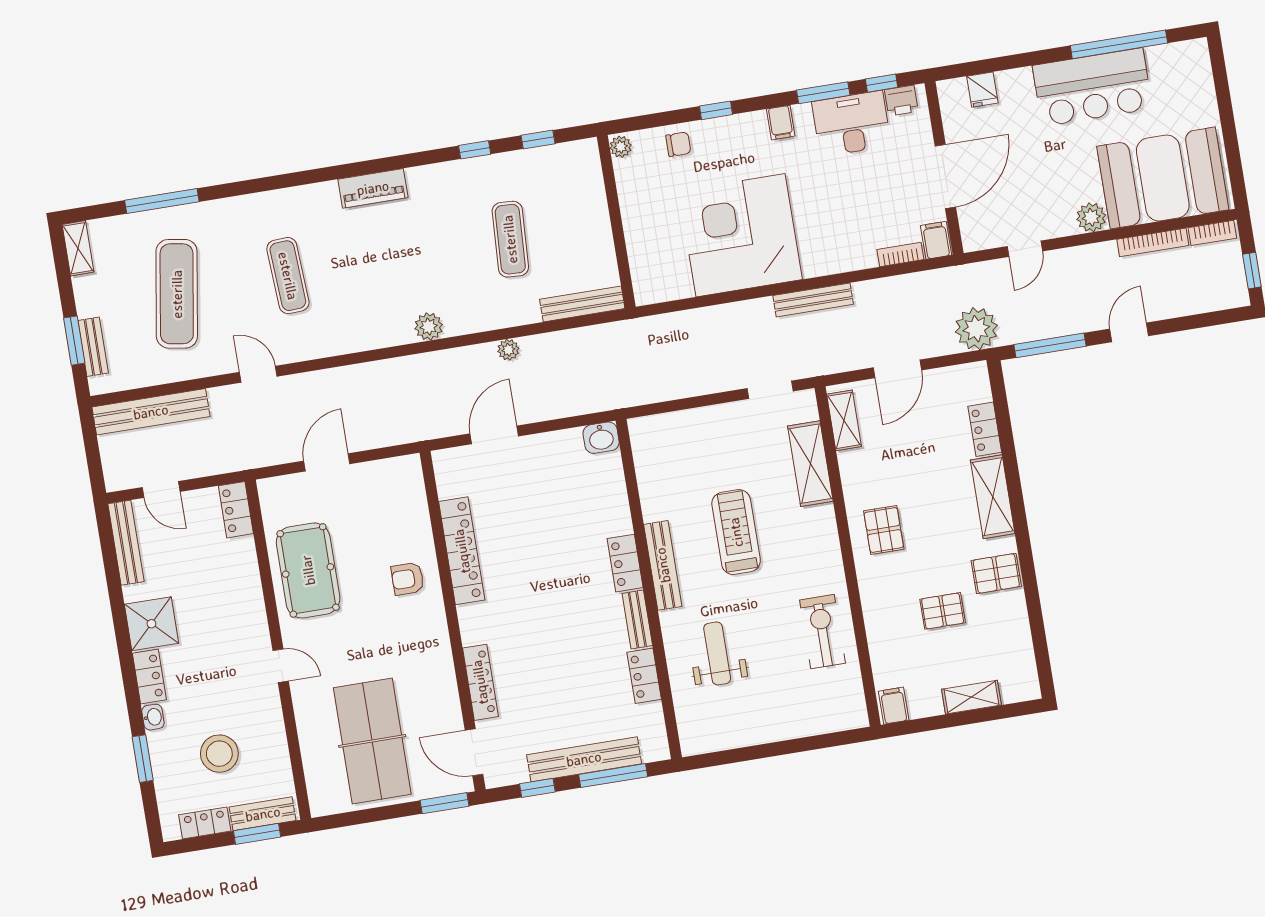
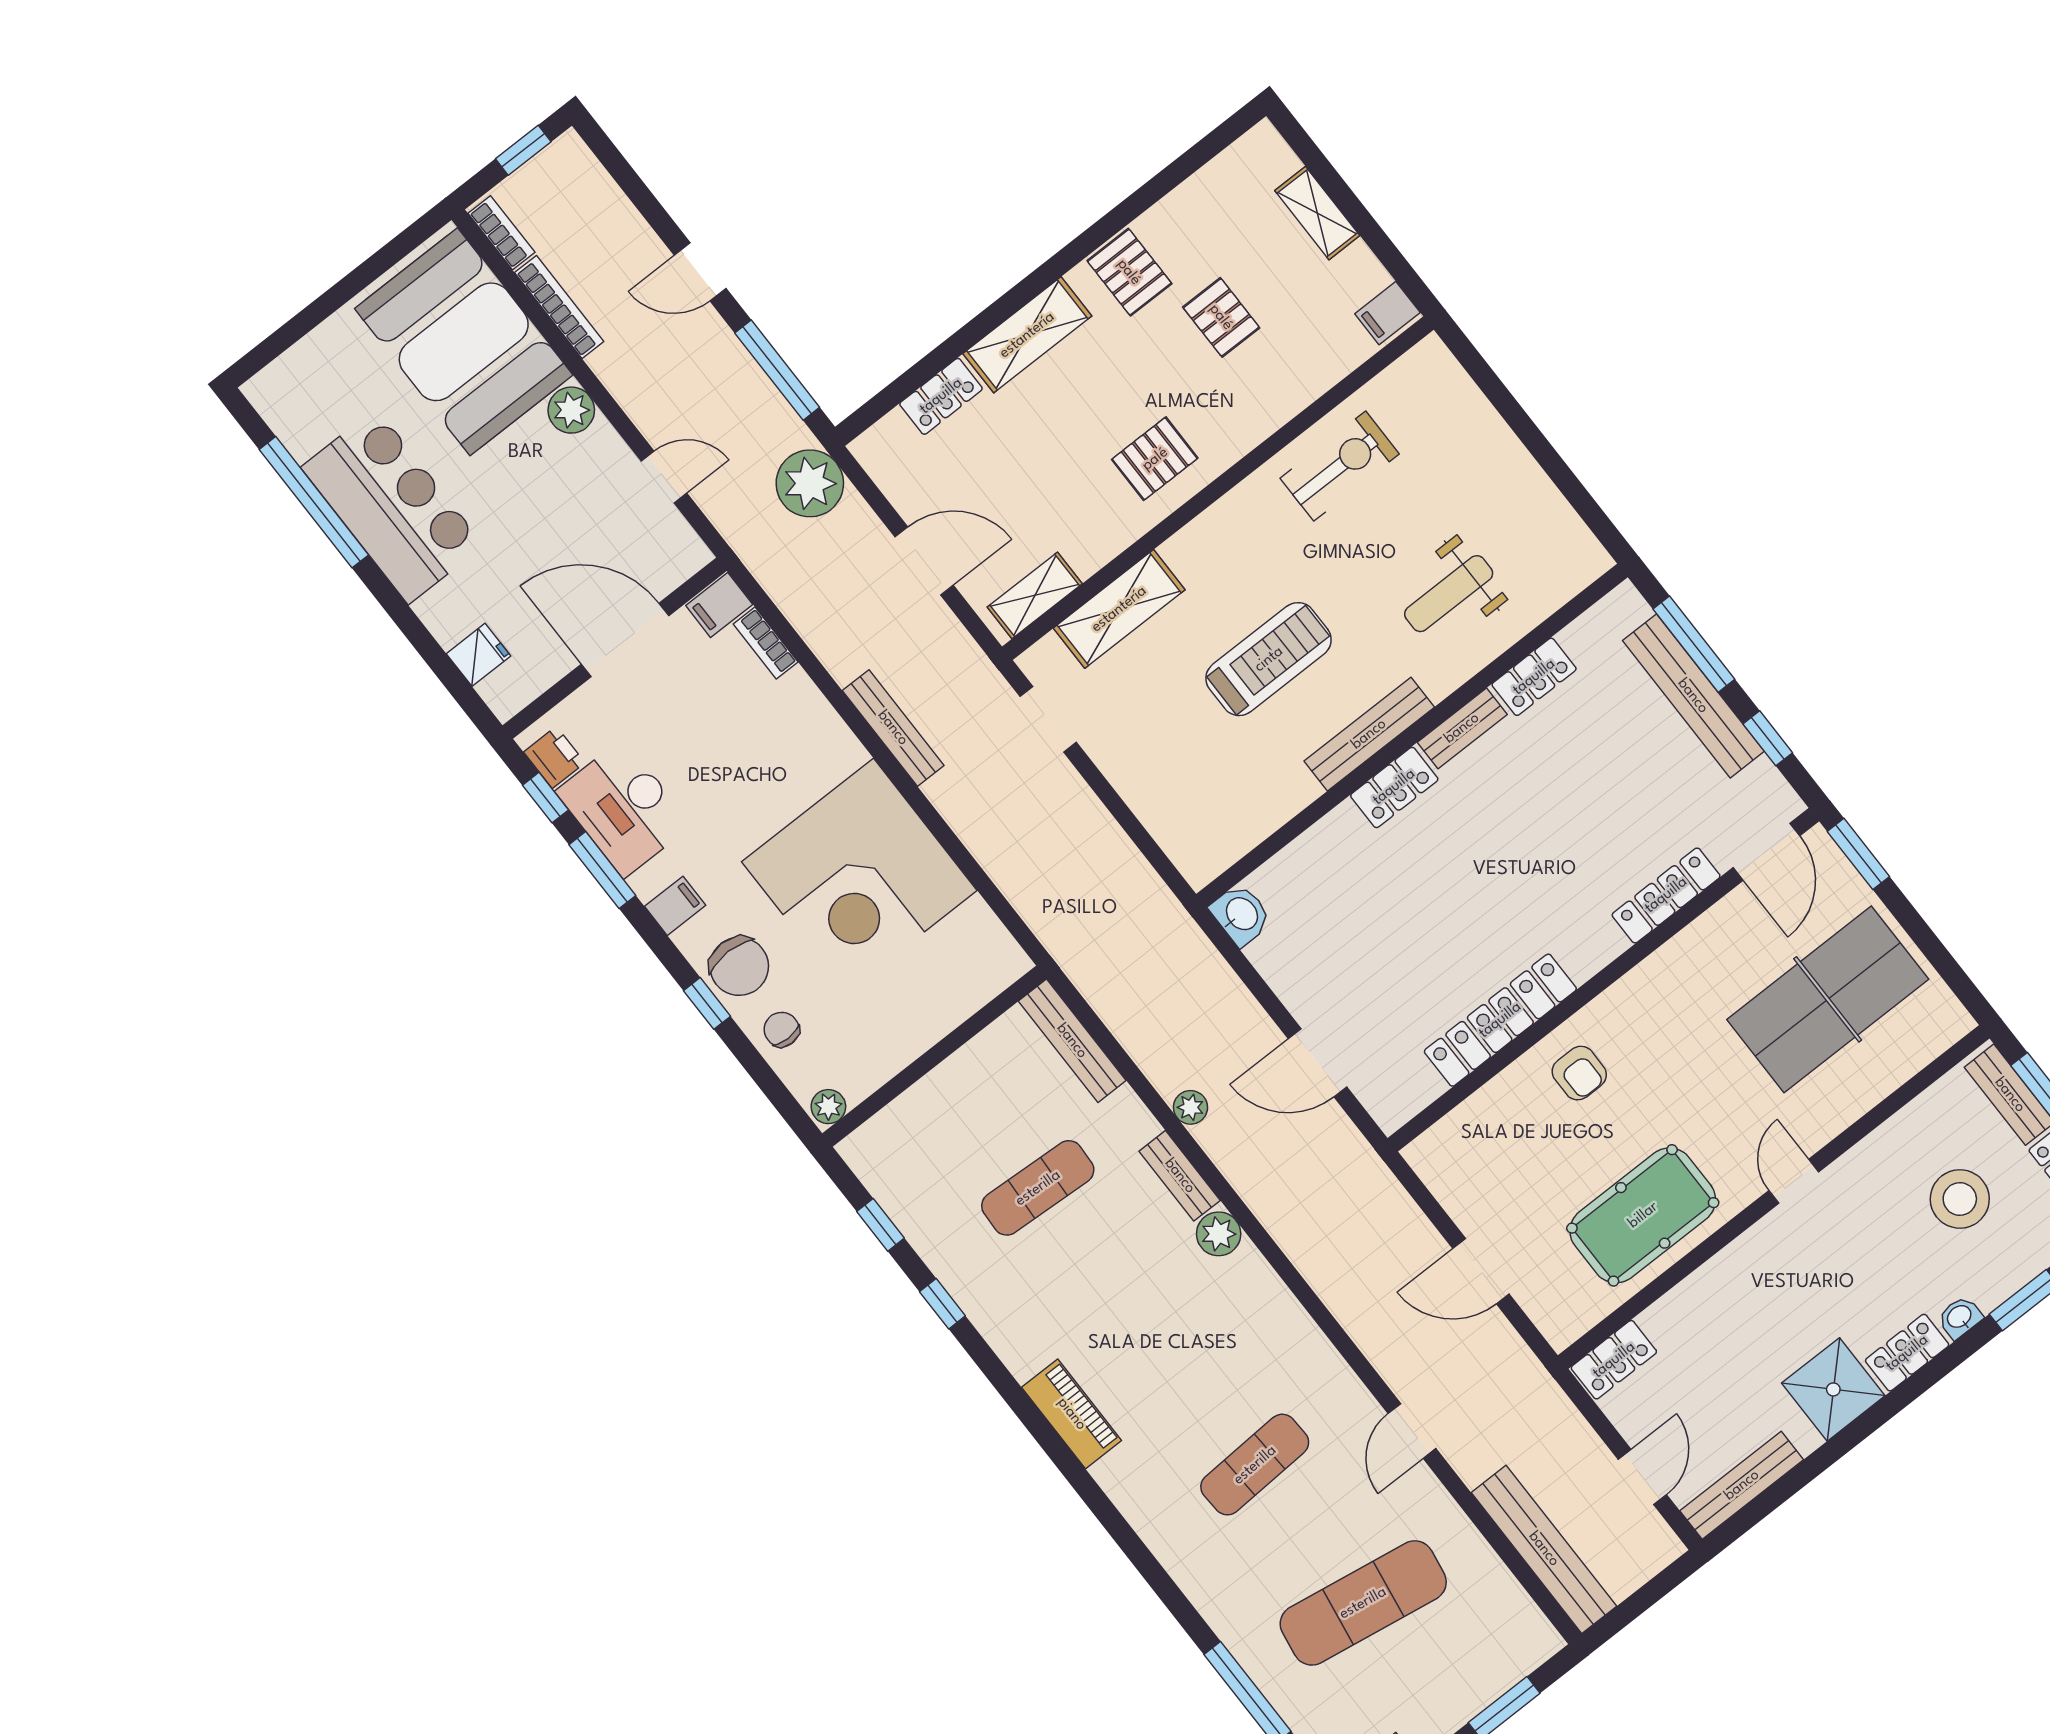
chair: (727, 140) -> (739, 966), added
bench: (93, 347) -> (1180, 1176), moved, turned 90
treadmill: (736, 532) -> (1269, 659), turned 180
exercise bike: (822, 632) -> (1340, 466), turned 180

